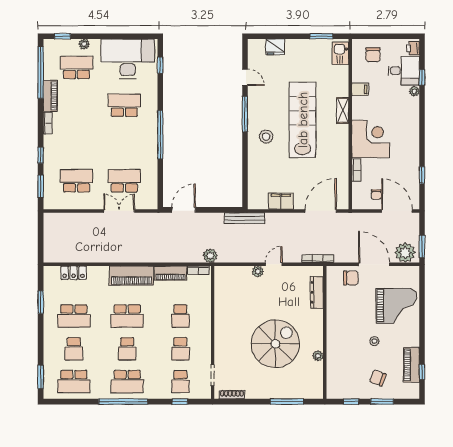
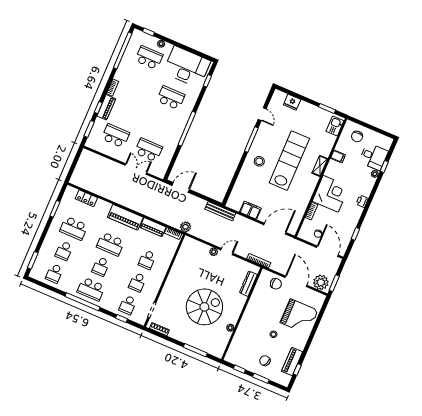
printer: (413, 48) -> (362, 201), moved
piano: (50, 96) -> (106, 107), moved
school desk: (74, 382) -> (54, 273), width x0.54

